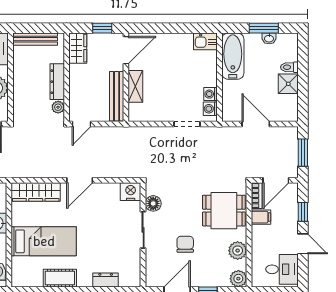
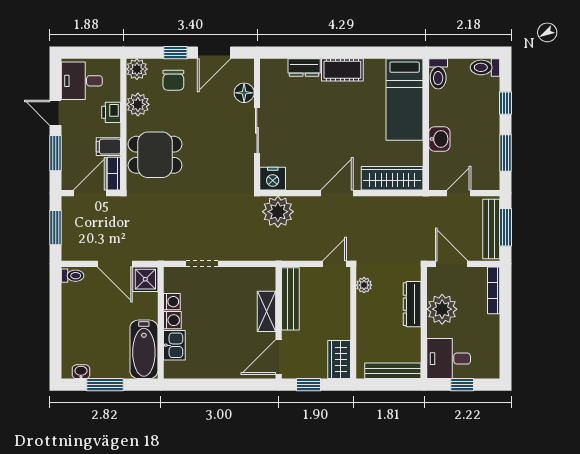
washbasin: (269, 38) -> (81, 372), moved
kitchen sink: (205, 41) -> (174, 345), moved, turned 90
toilet: (289, 67) -> (73, 276), moved
dresser: (57, 82) -> (412, 304), moved, turned 180
shower: (288, 84) -> (145, 279), moved
washing machine: (210, 109) -> (172, 320), moved
plant: (126, 165) -> (278, 212), added
floor lamp: (153, 203) -> (244, 93), moved
window: (303, 212) -> (56, 153), width x1.50
bed: (44, 241) -> (405, 99), moved, turned -90
chair: (185, 244) -> (173, 80), moved
printer: (259, 244) -> (111, 112), added
cot: (60, 278) -> (342, 70), moved

